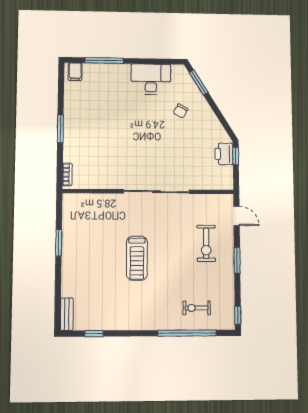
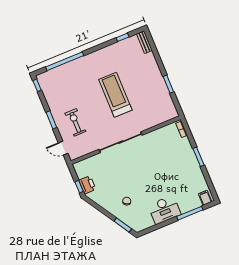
desk: (151, 79) -> (164, 210), moved
treadmill: (137, 258) -> (115, 95), width x1.37, depth x1.38
exercise bike: (197, 308) -> (65, 79), removed

